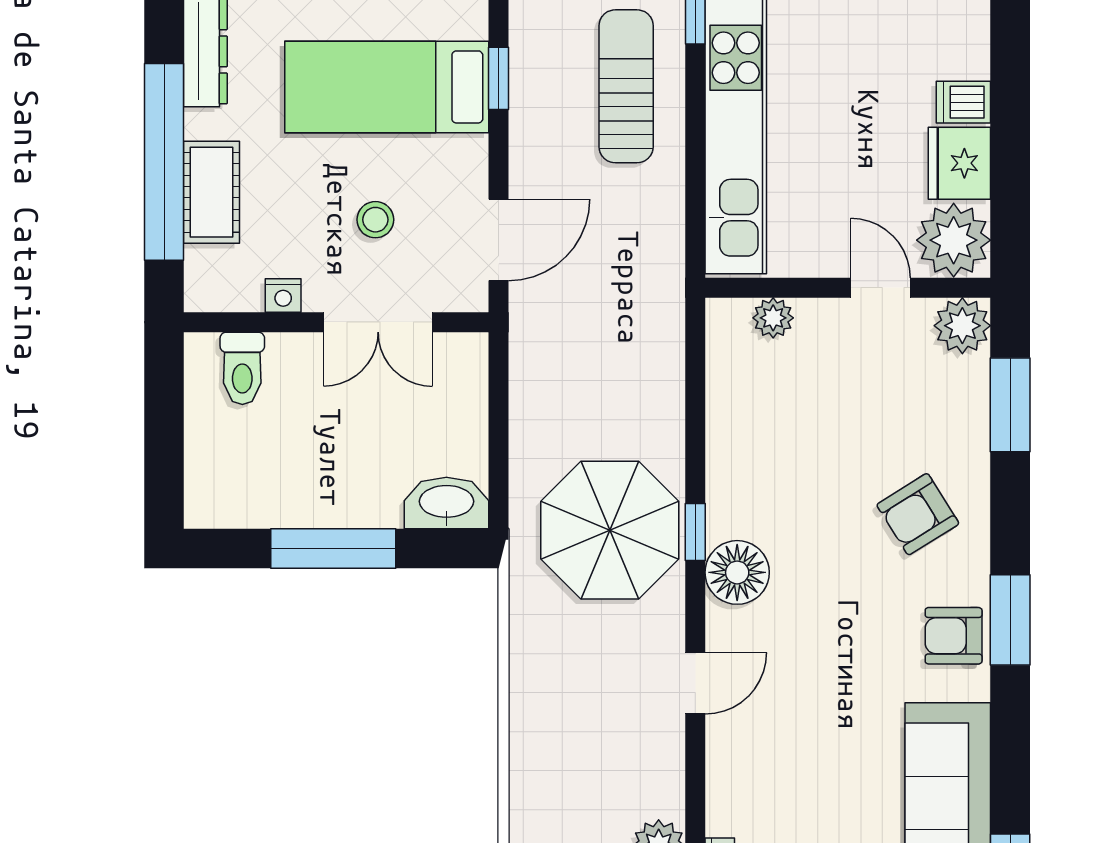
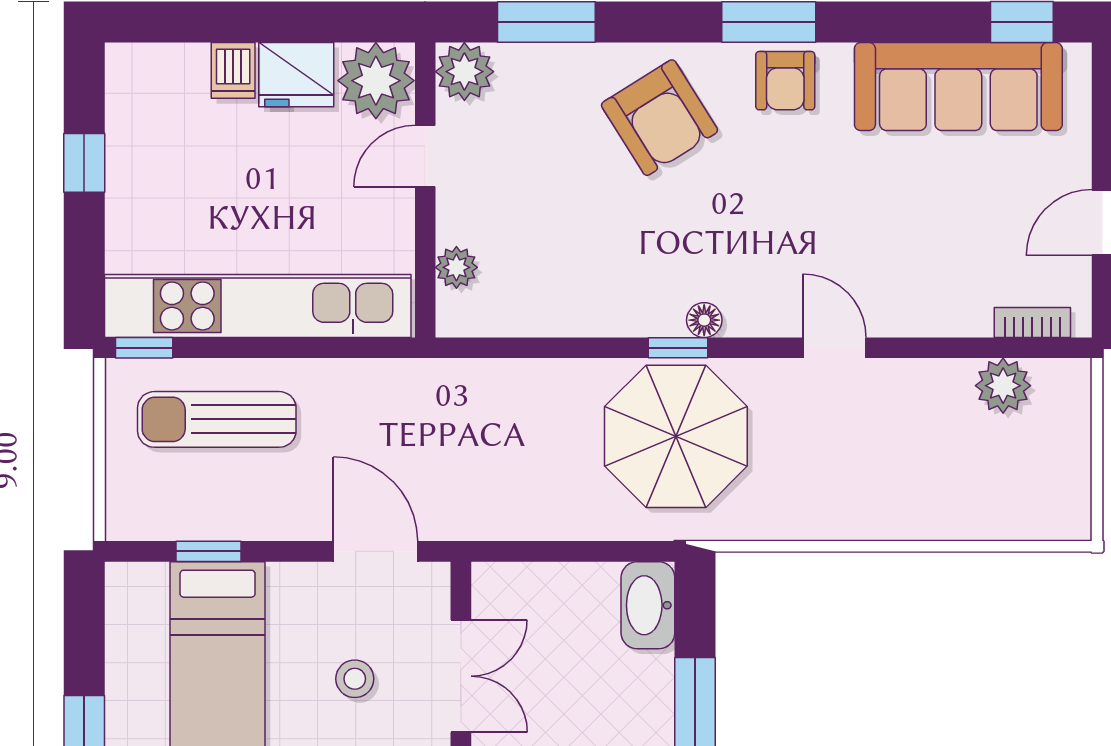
armchair: (918, 514) -> (659, 118), width x1.38, depth x1.38
floor lamp: (737, 572) -> (704, 320), width x0.53, depth x0.53

